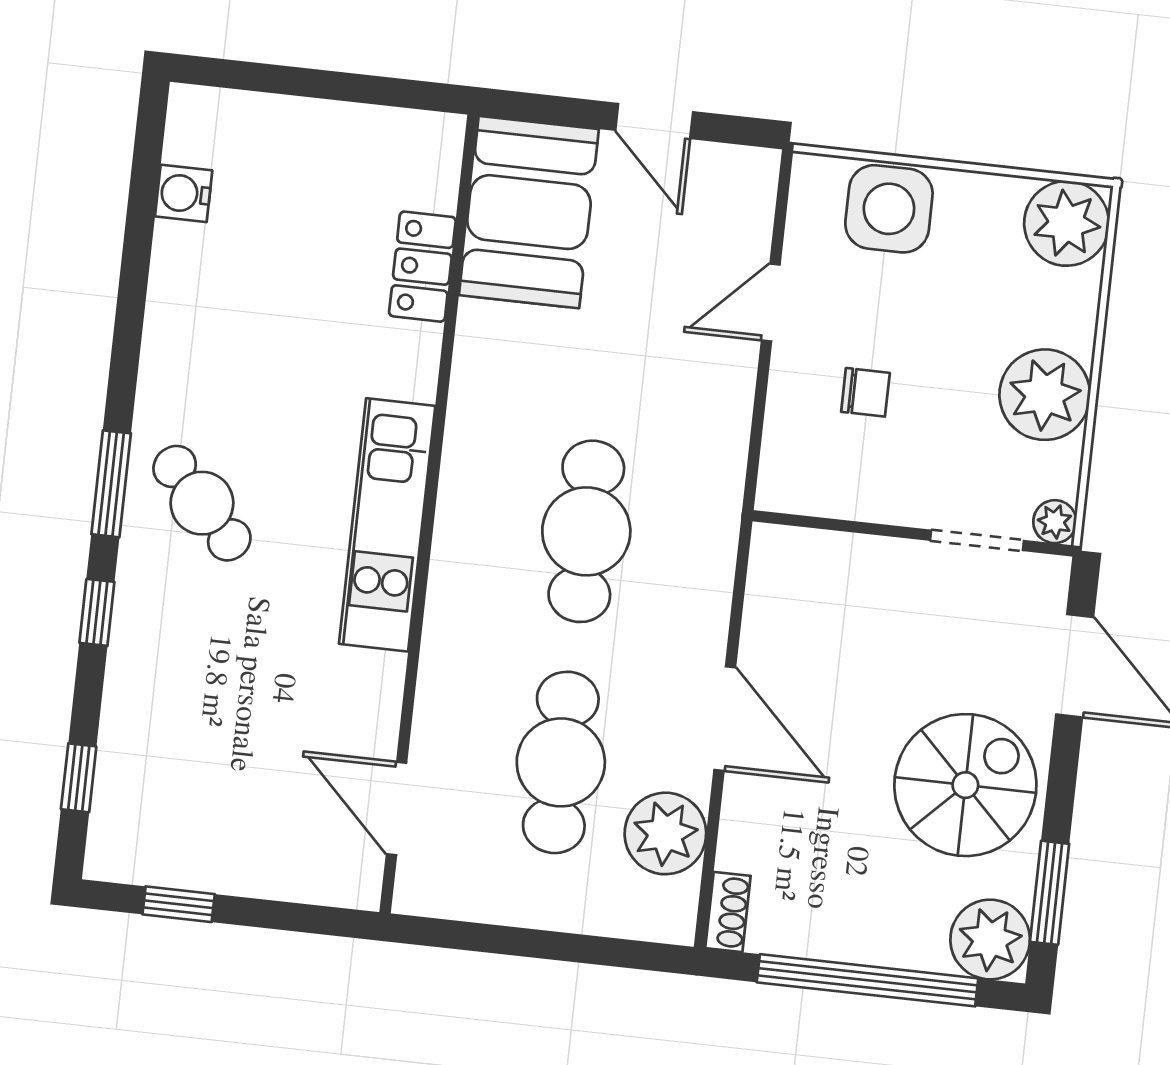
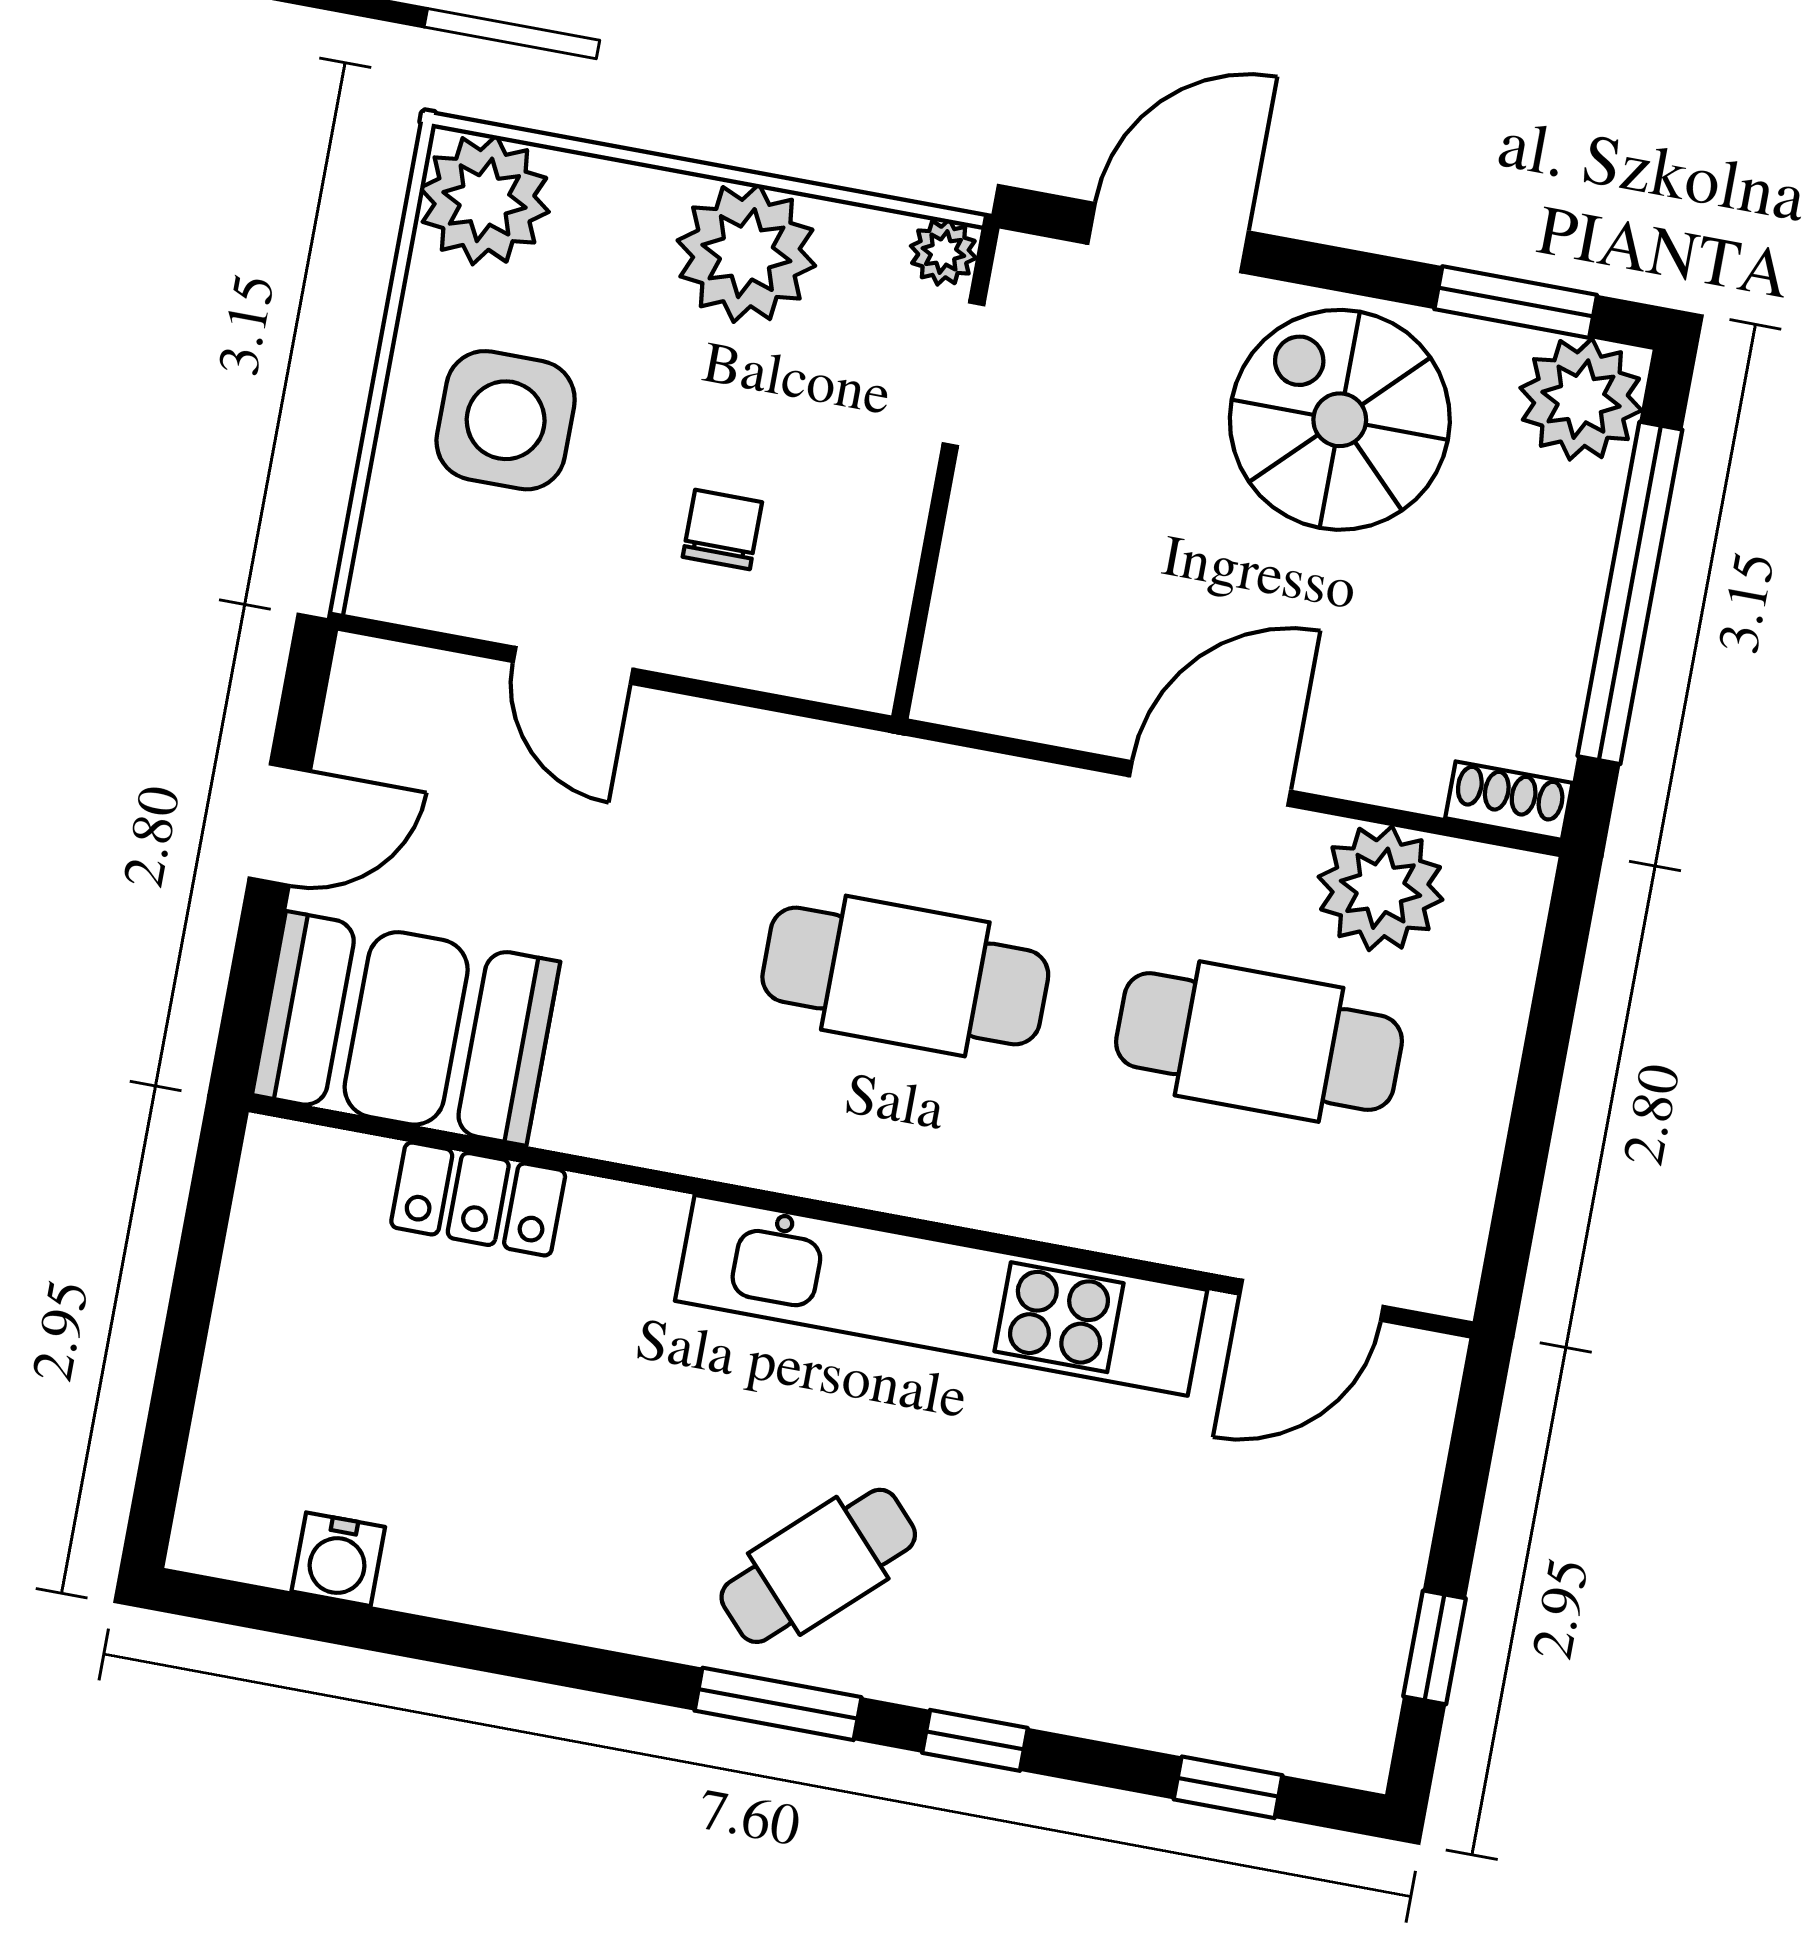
side table: (889, 209) -> (506, 420), moved
kitchen unit: (387, 525) -> (941, 1295), width x1.36

